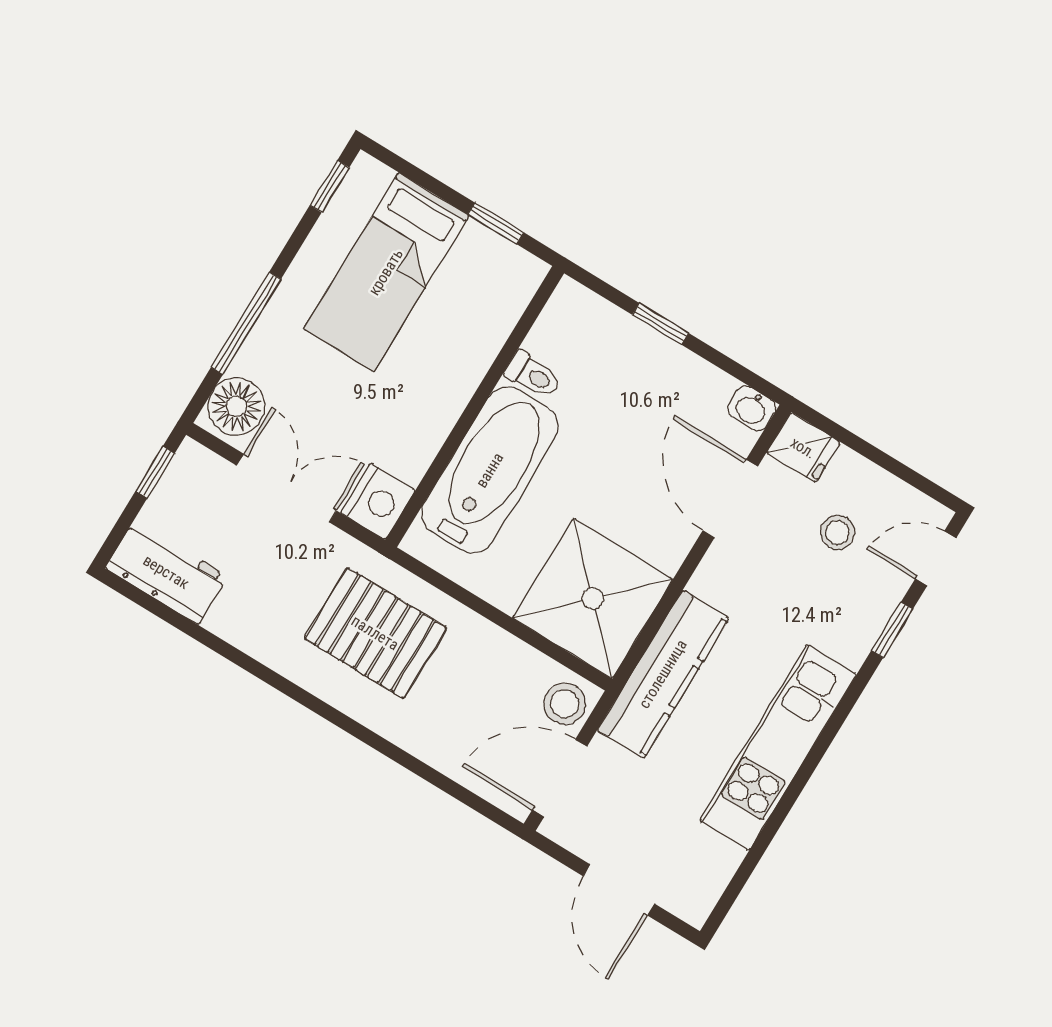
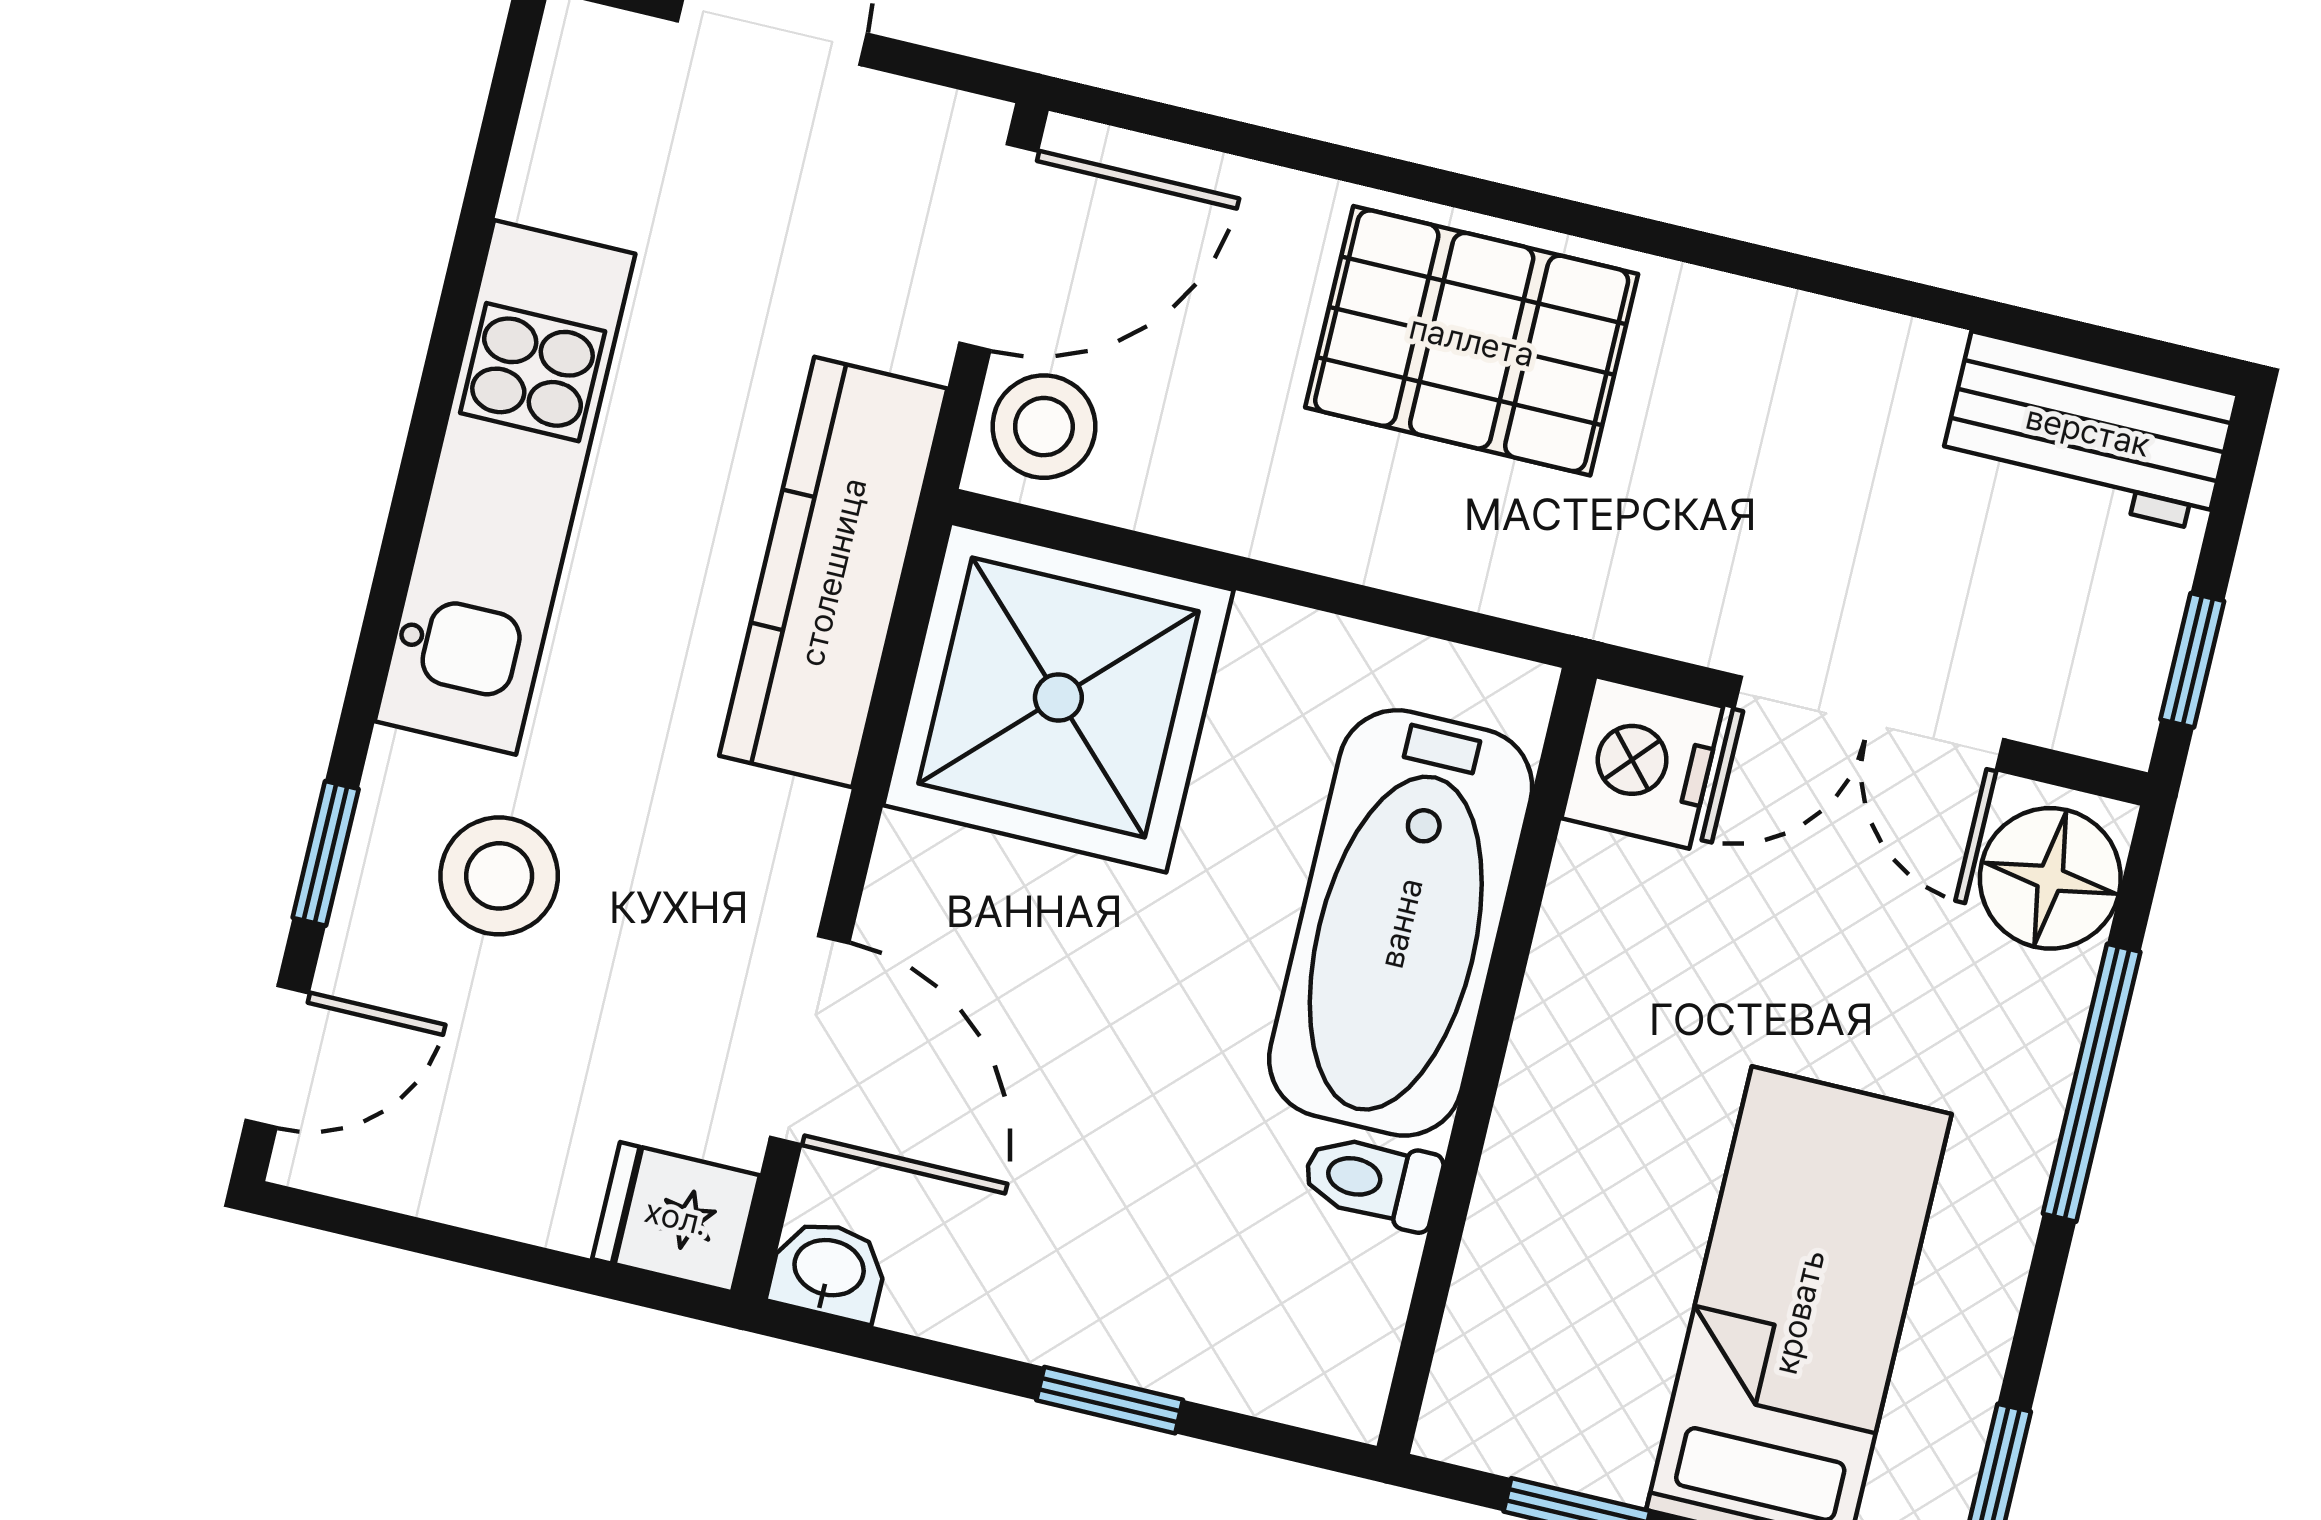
stool: (838, 532) -> (499, 876), moved, width x1.37, depth x1.37
pallet: (375, 633) -> (1472, 341), moved

